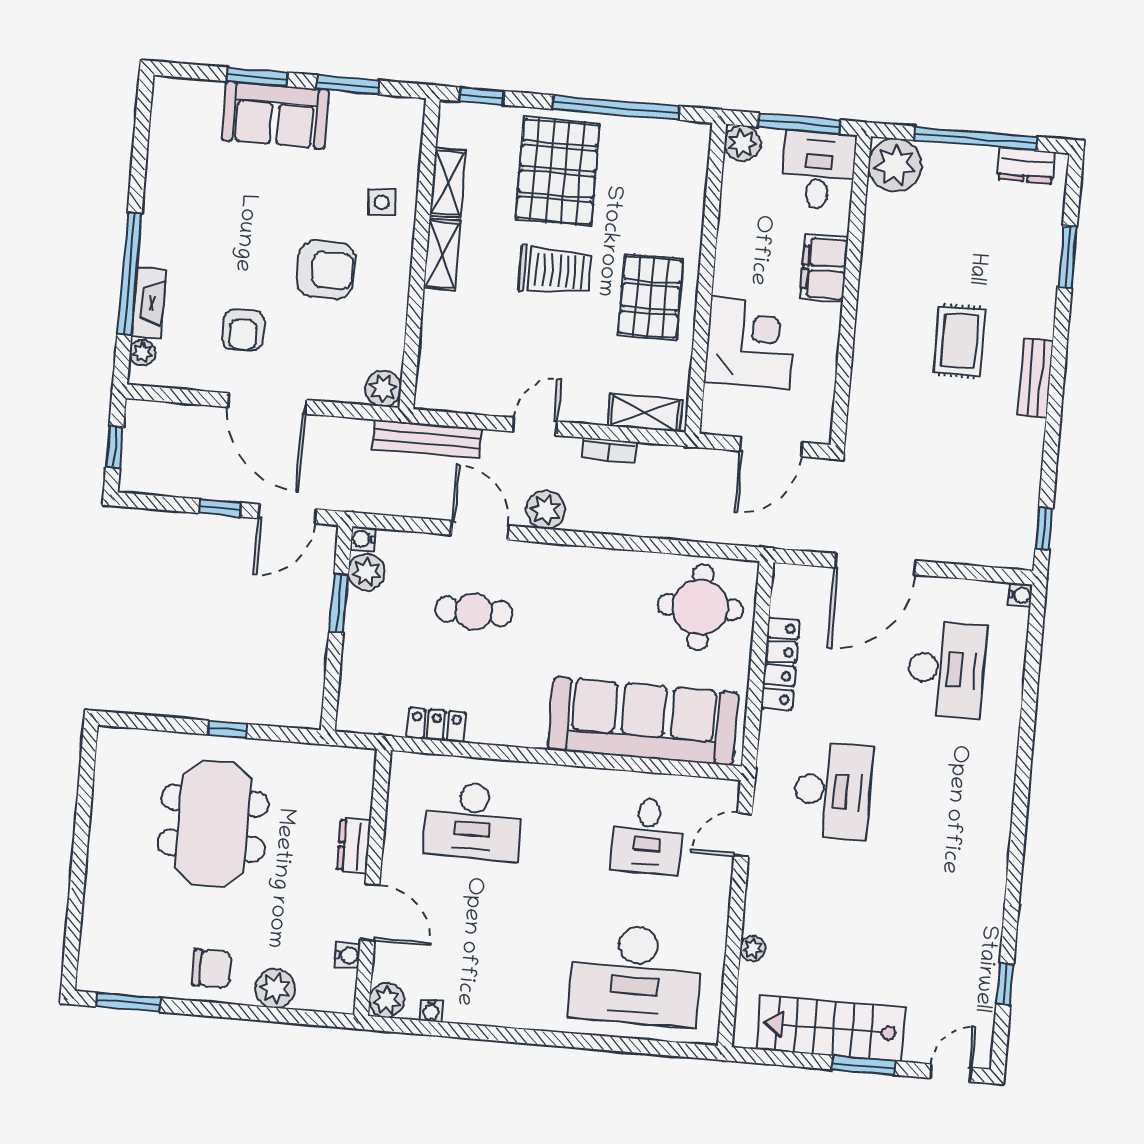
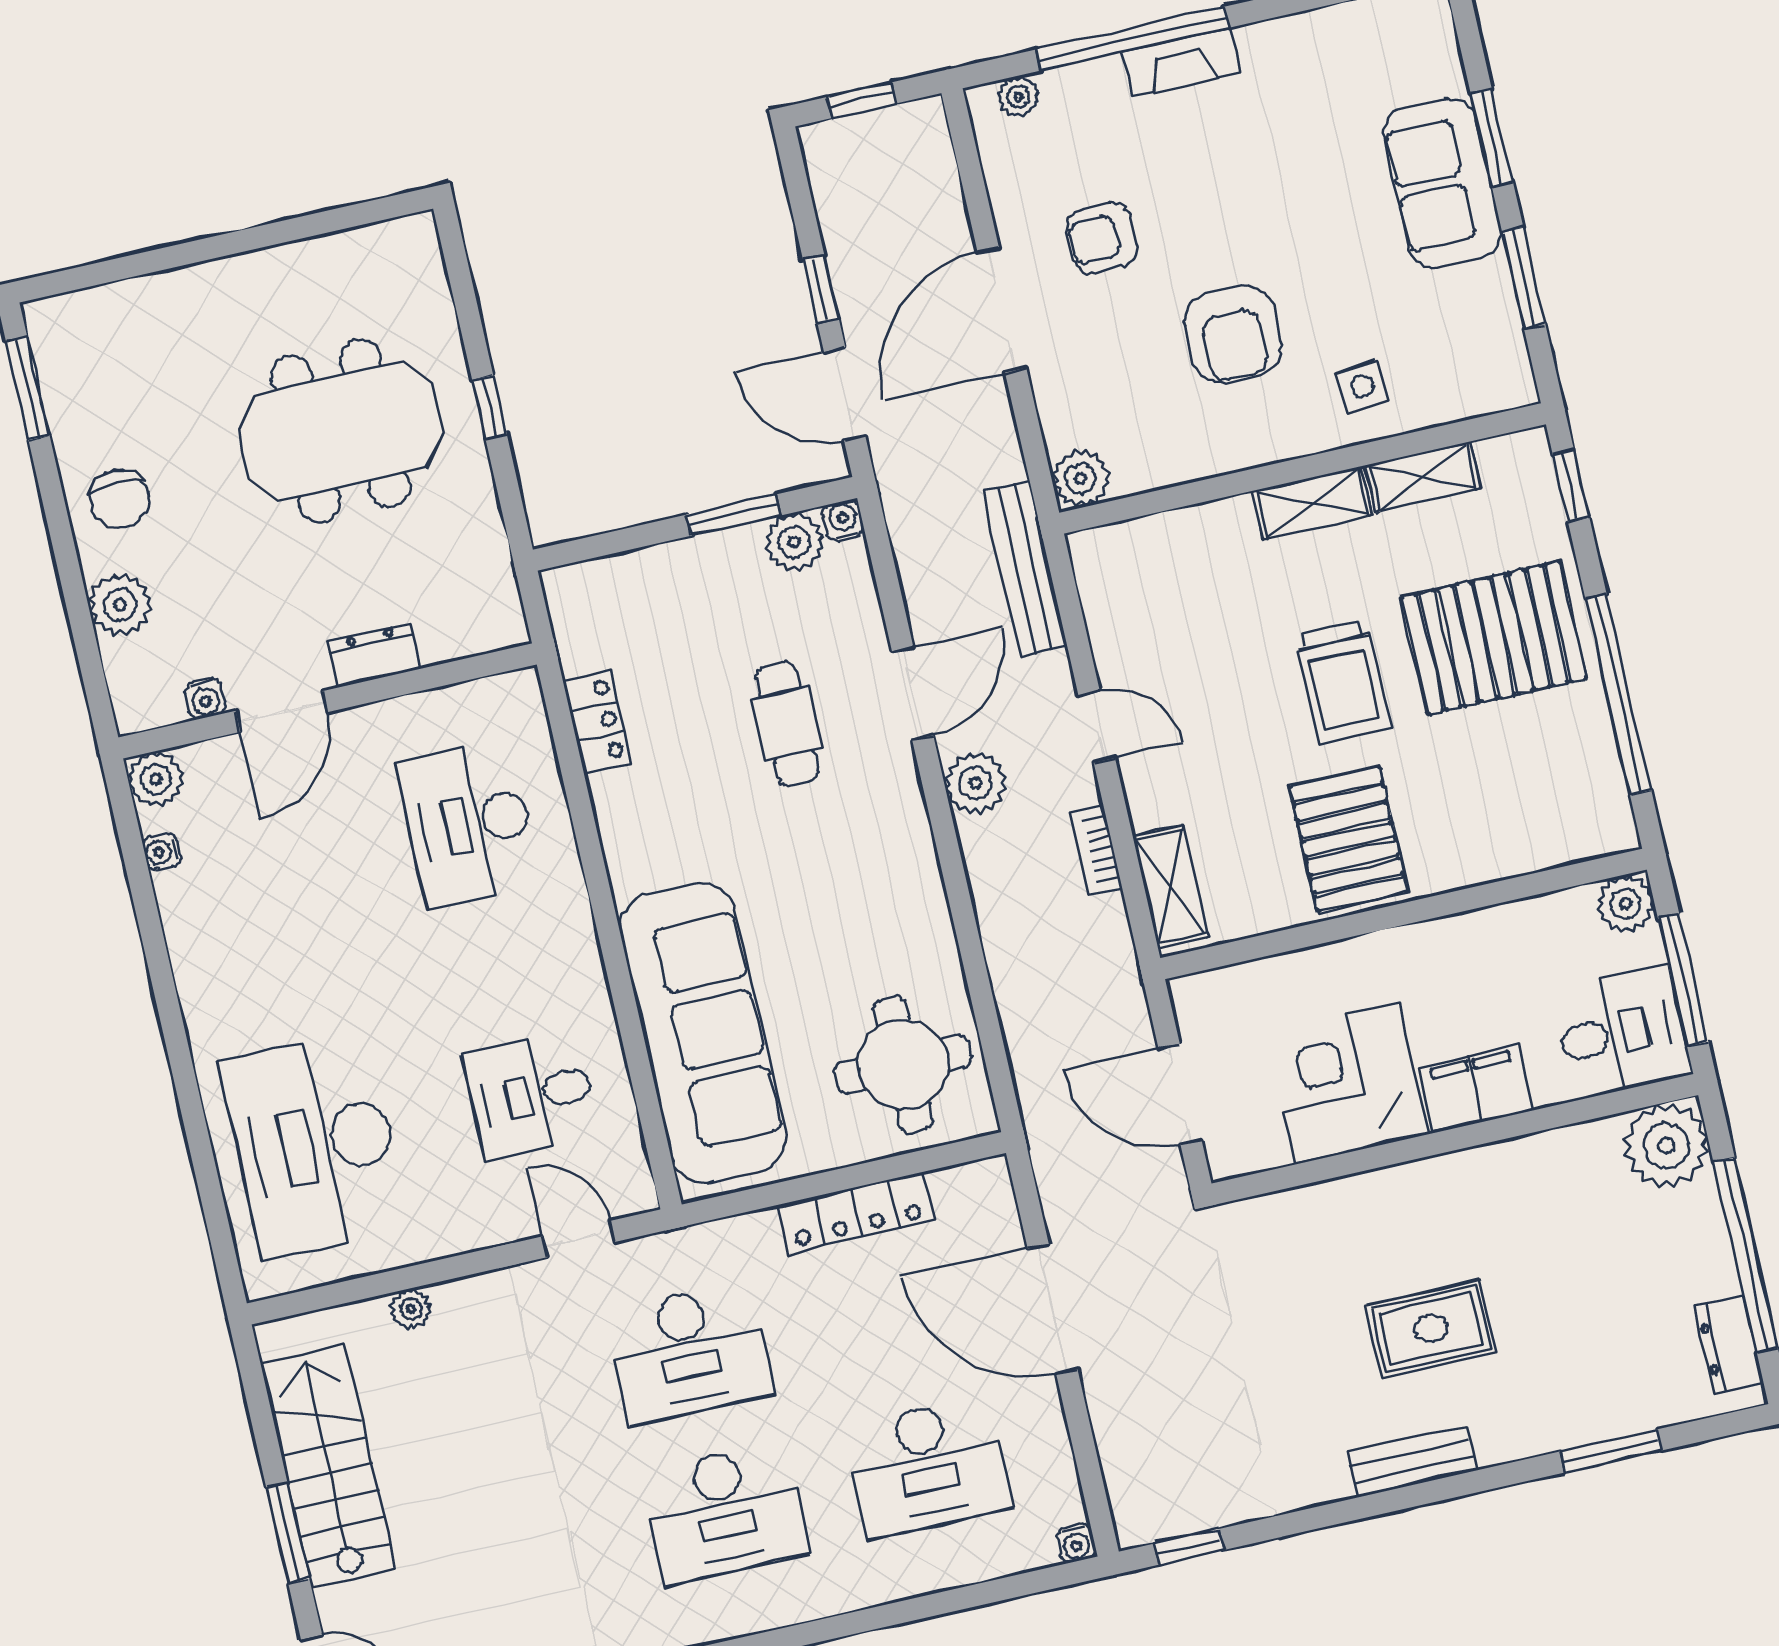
pallet: (650, 297) -> (1349, 839), turned 90
fireplace: (149, 303) -> (1181, 63), moved
corner desk: (750, 343) -> (1347, 1083), moved, turned 180
desk: (935, 799) -> (725, 1513), added

